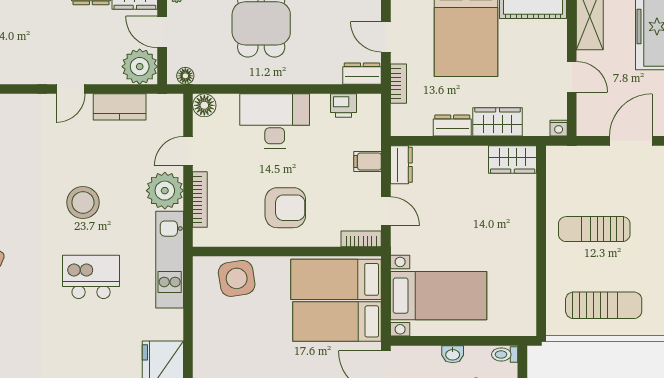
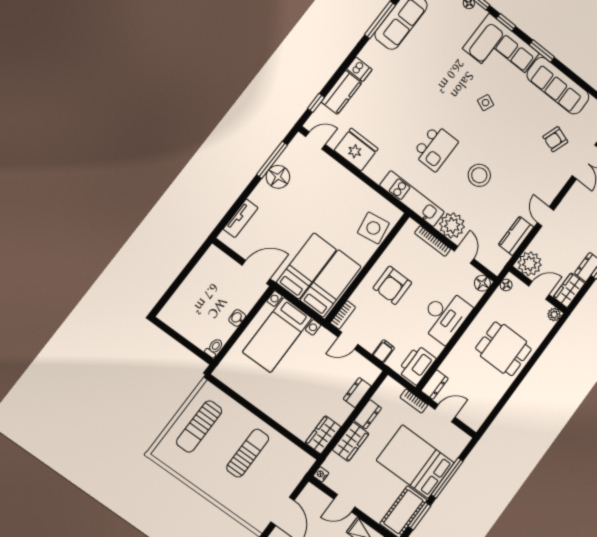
printer: (343, 106) -> (417, 365), width x1.87, depth x1.48
dresser: (401, 165) -> (357, 393), moved, turned 90

